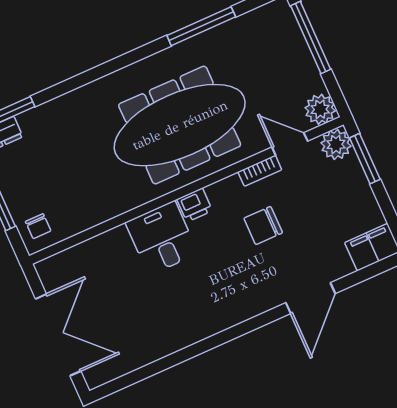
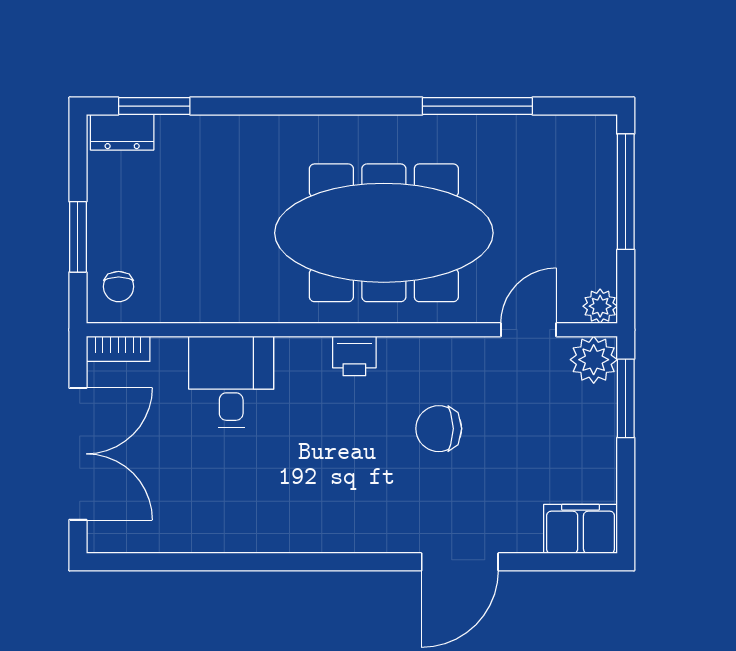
plant: (320, 109) -> (600, 306), width x0.73, depth x0.73
door: (290, 144) -> (528, 330), hinge flipped
bookcase: (260, 171) -> (118, 349), moved
desk: (162, 238) -> (231, 382), moved

